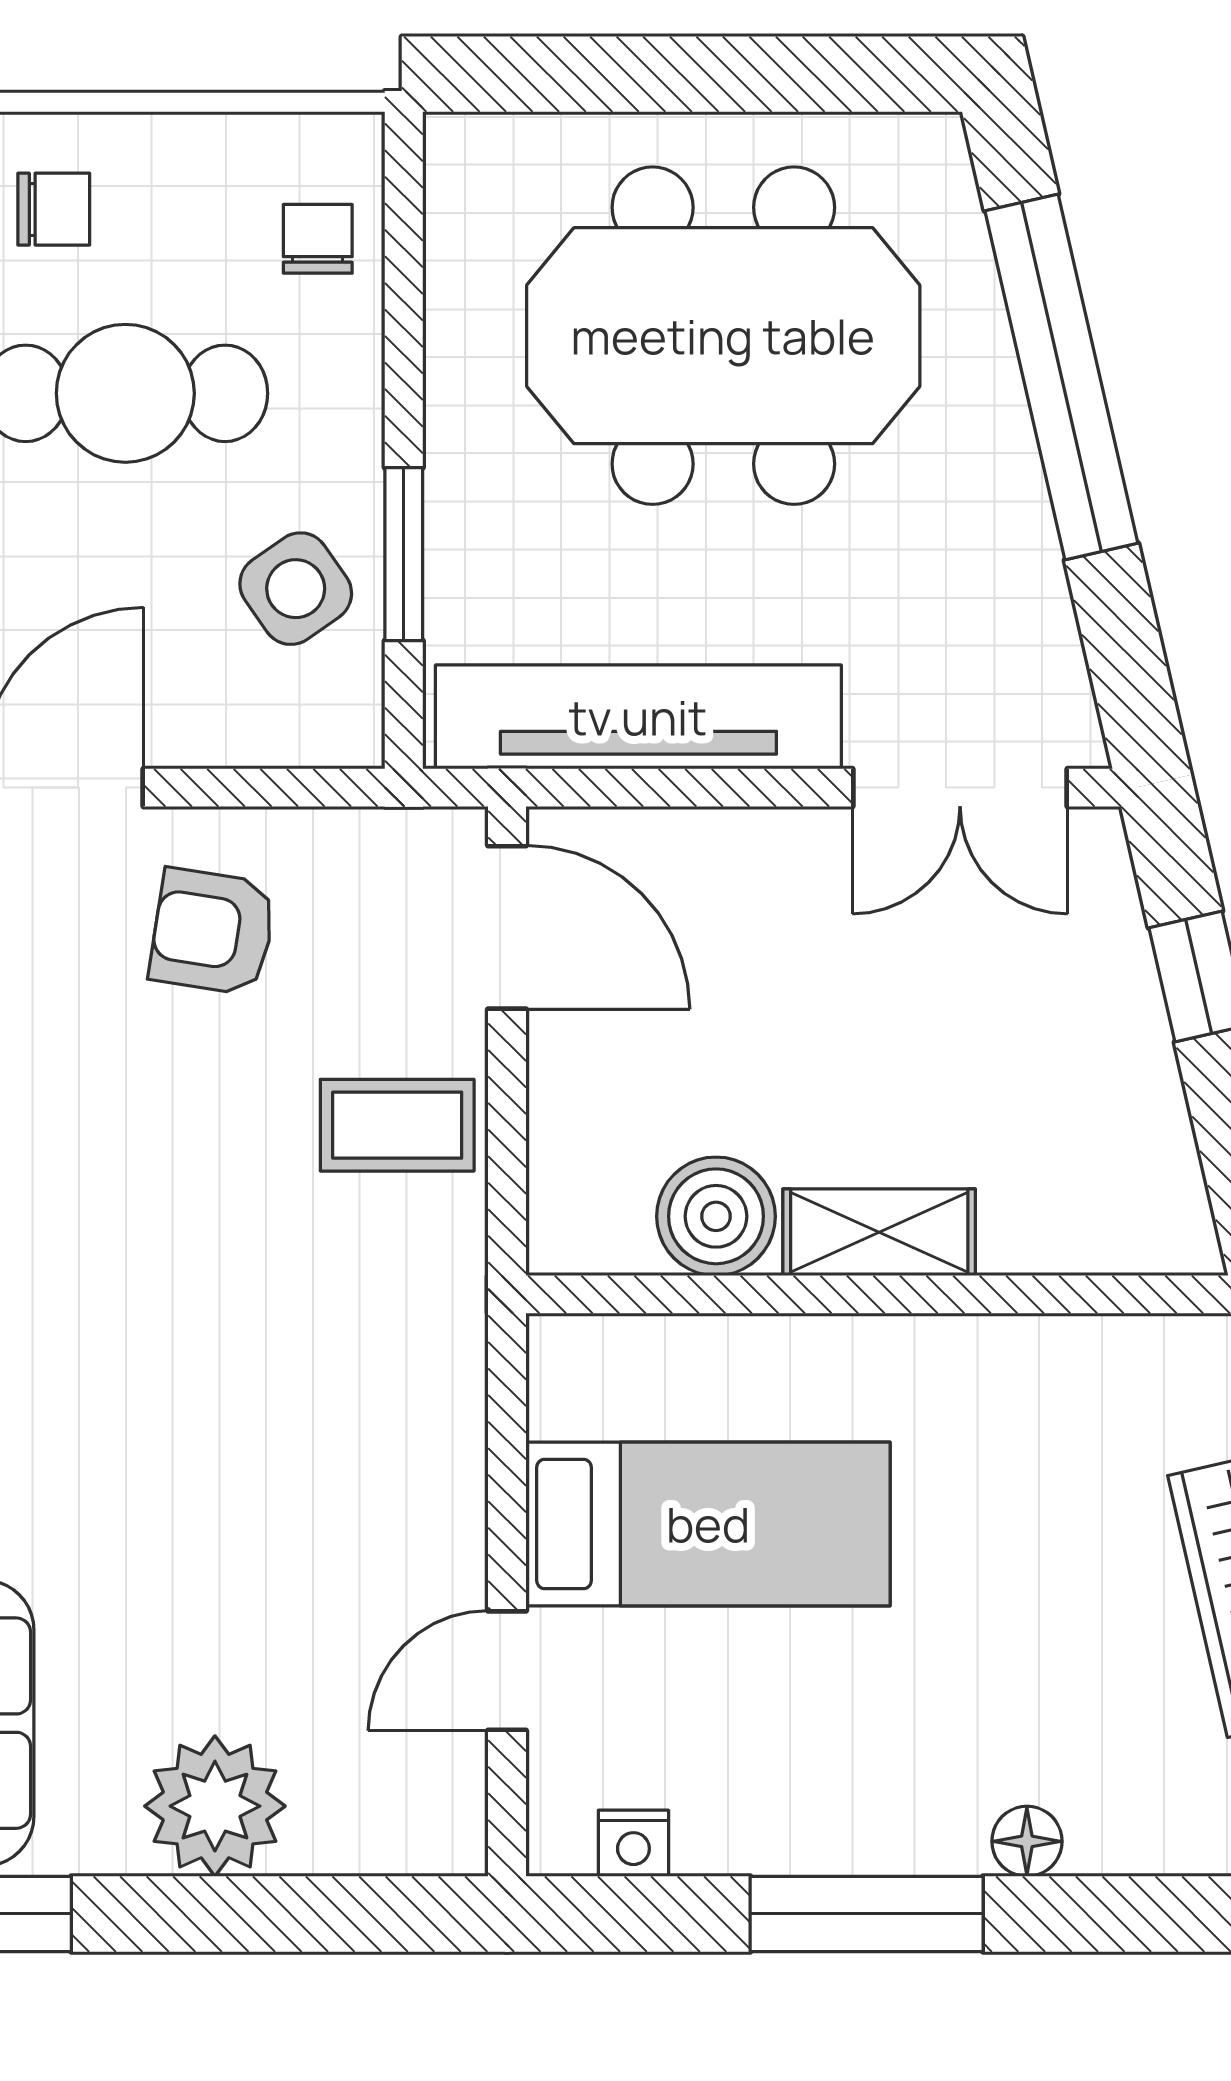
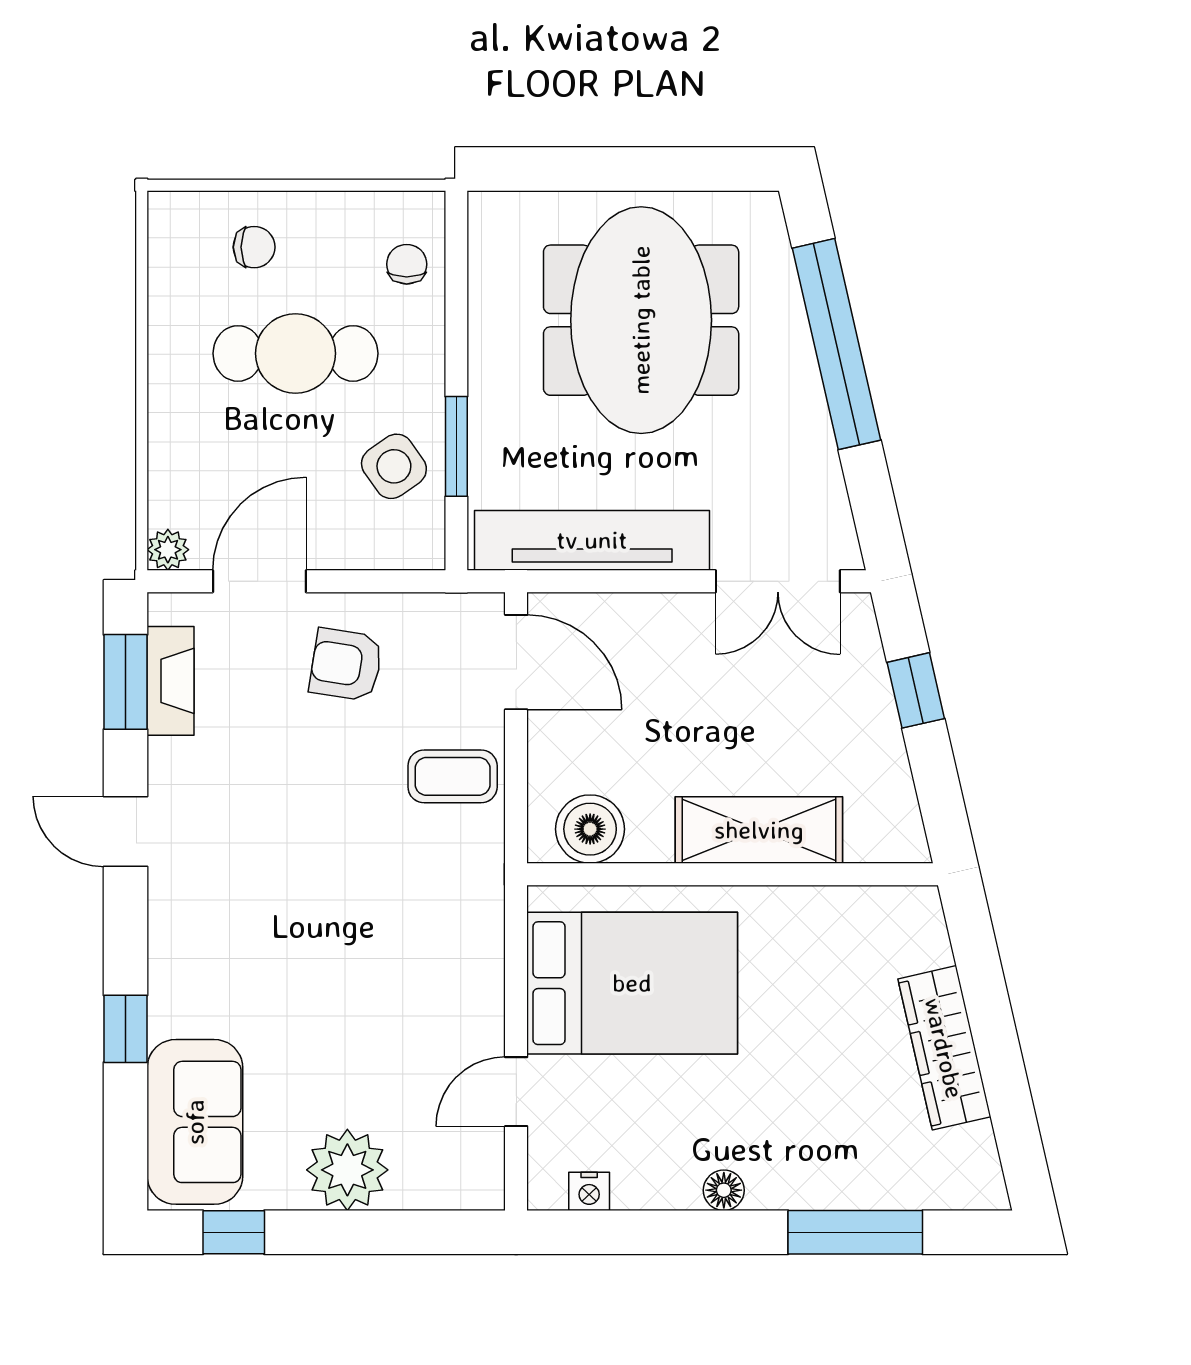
meeting table: (723, 336) -> (641, 320), turned 90
boiler: (716, 1216) -> (590, 829), moved
shelving: (879, 1232) -> (759, 830), width x1.50, depth x1.33
bed: (708, 1524) -> (632, 983), width x1.50
floor lamp: (1027, 1841) -> (724, 1190), moved
window: (867, 1914) -> (855, 1232), moved

